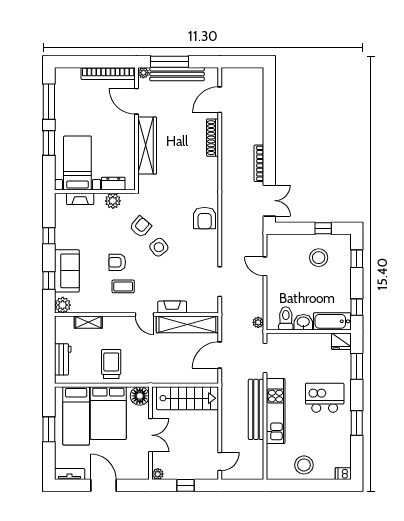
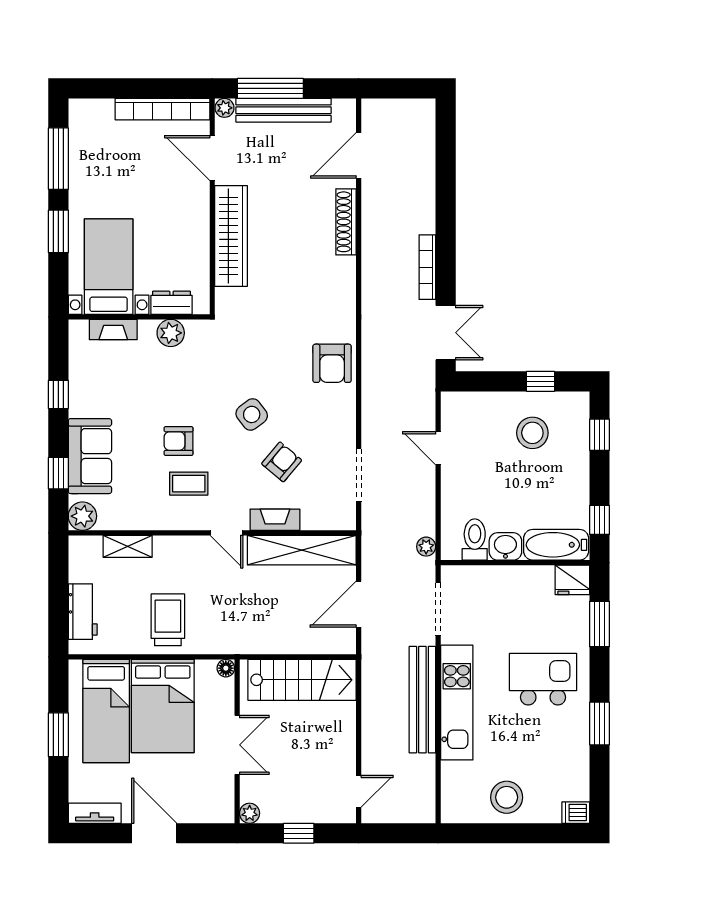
armchair: (141, 227) -> (282, 462), moved
floor lamp: (140, 396) -> (226, 668), width x0.53, depth x0.53

